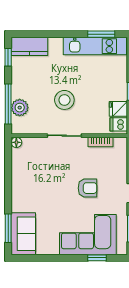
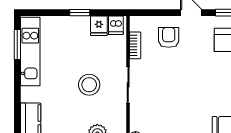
armchair: (87, 188) -> (169, 37), moved

